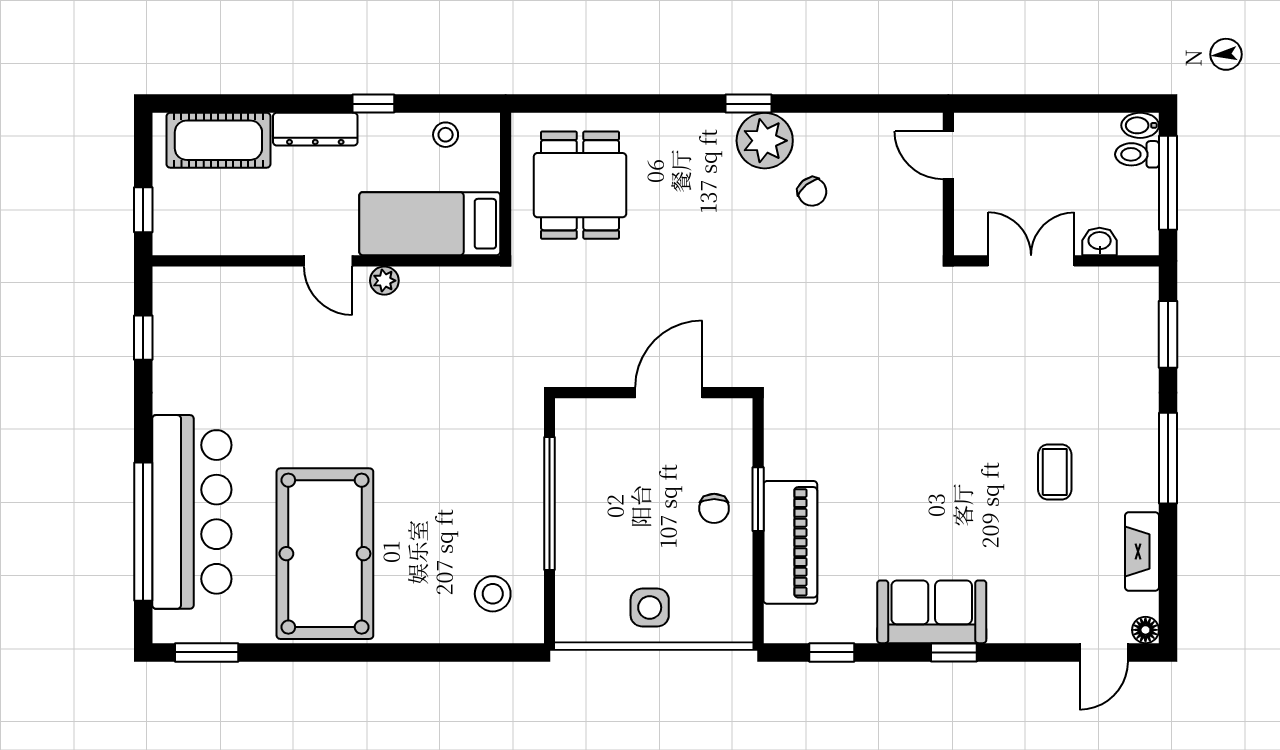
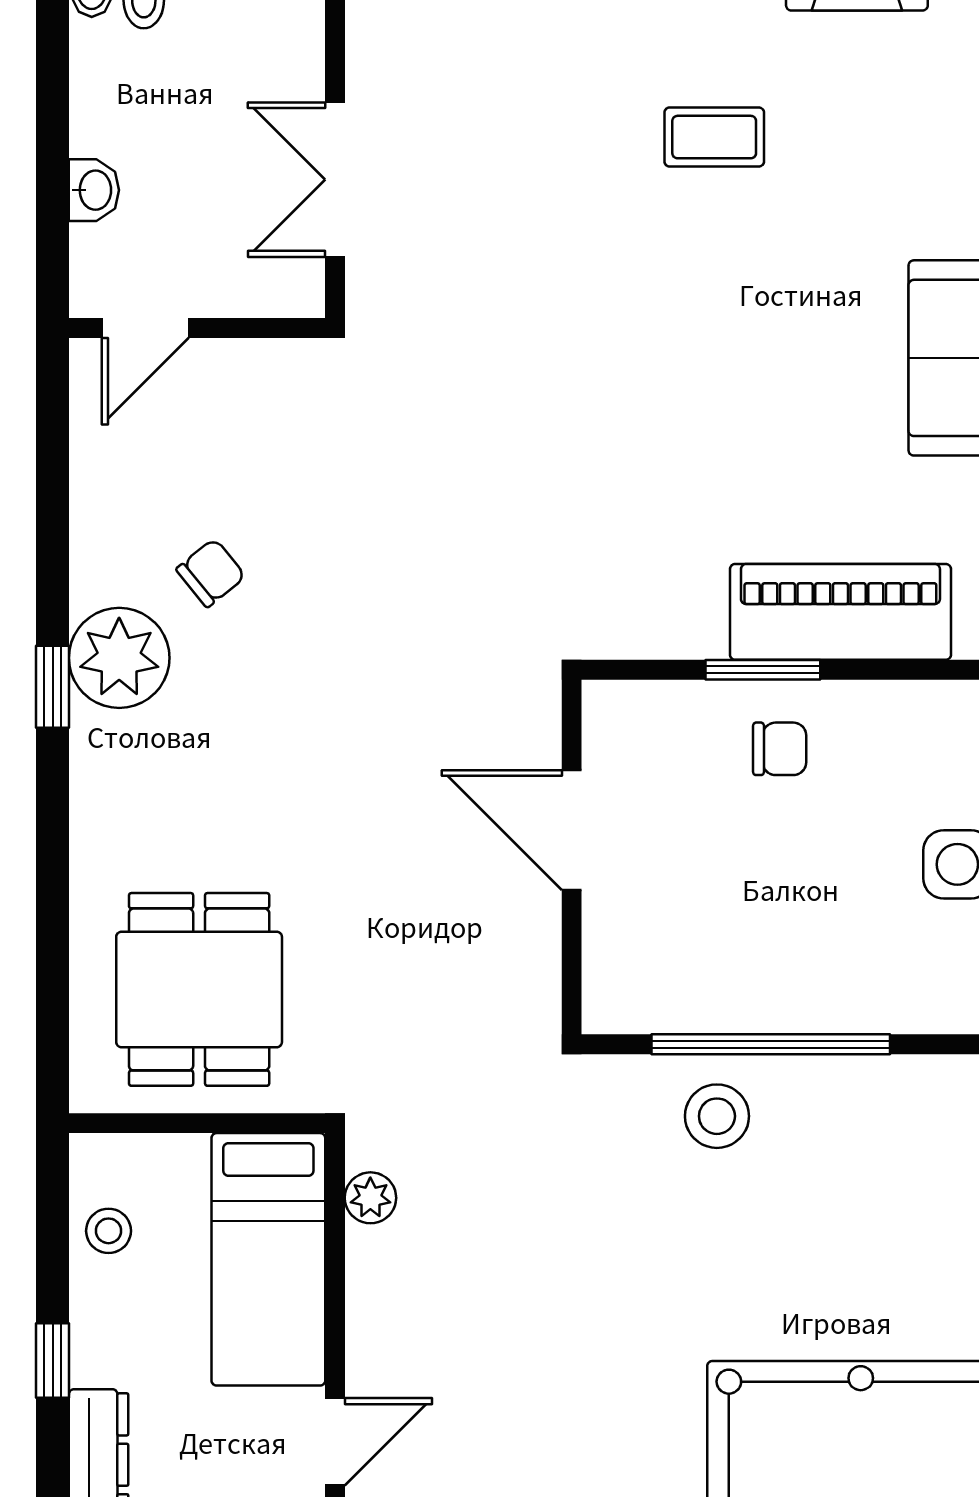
dining table: (580, 185) -> (199, 989), turned 90
washbasin: (1100, 241) -> (94, 190), moved, turned 180
plant: (384, 281) -> (370, 1198), moved
stool: (493, 594) -> (717, 1116), moved

